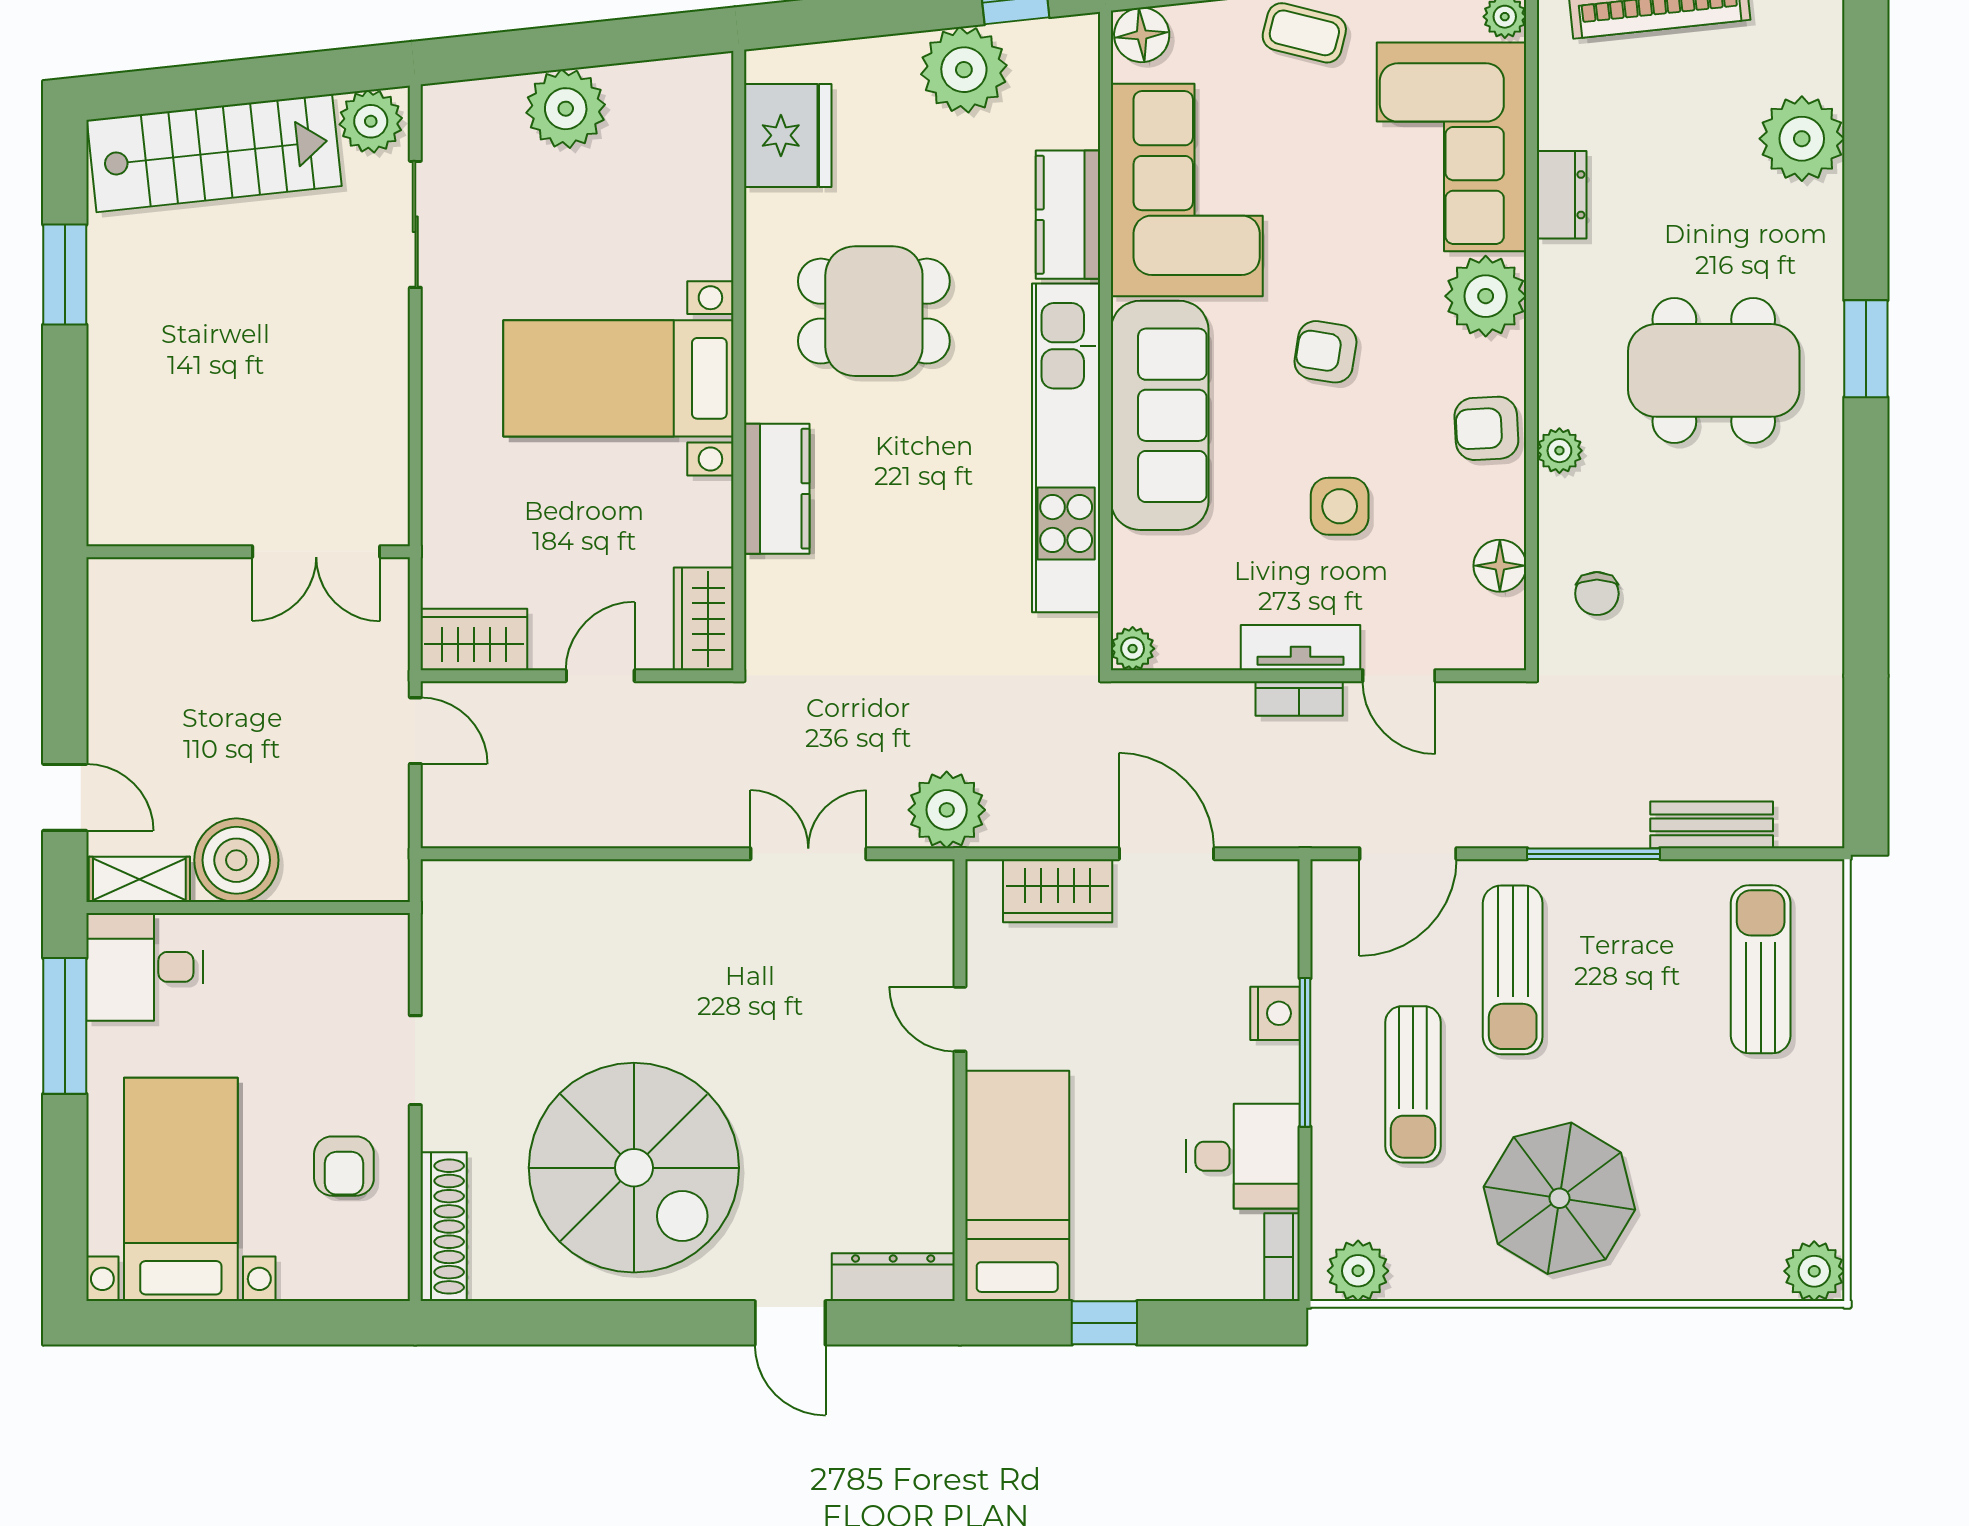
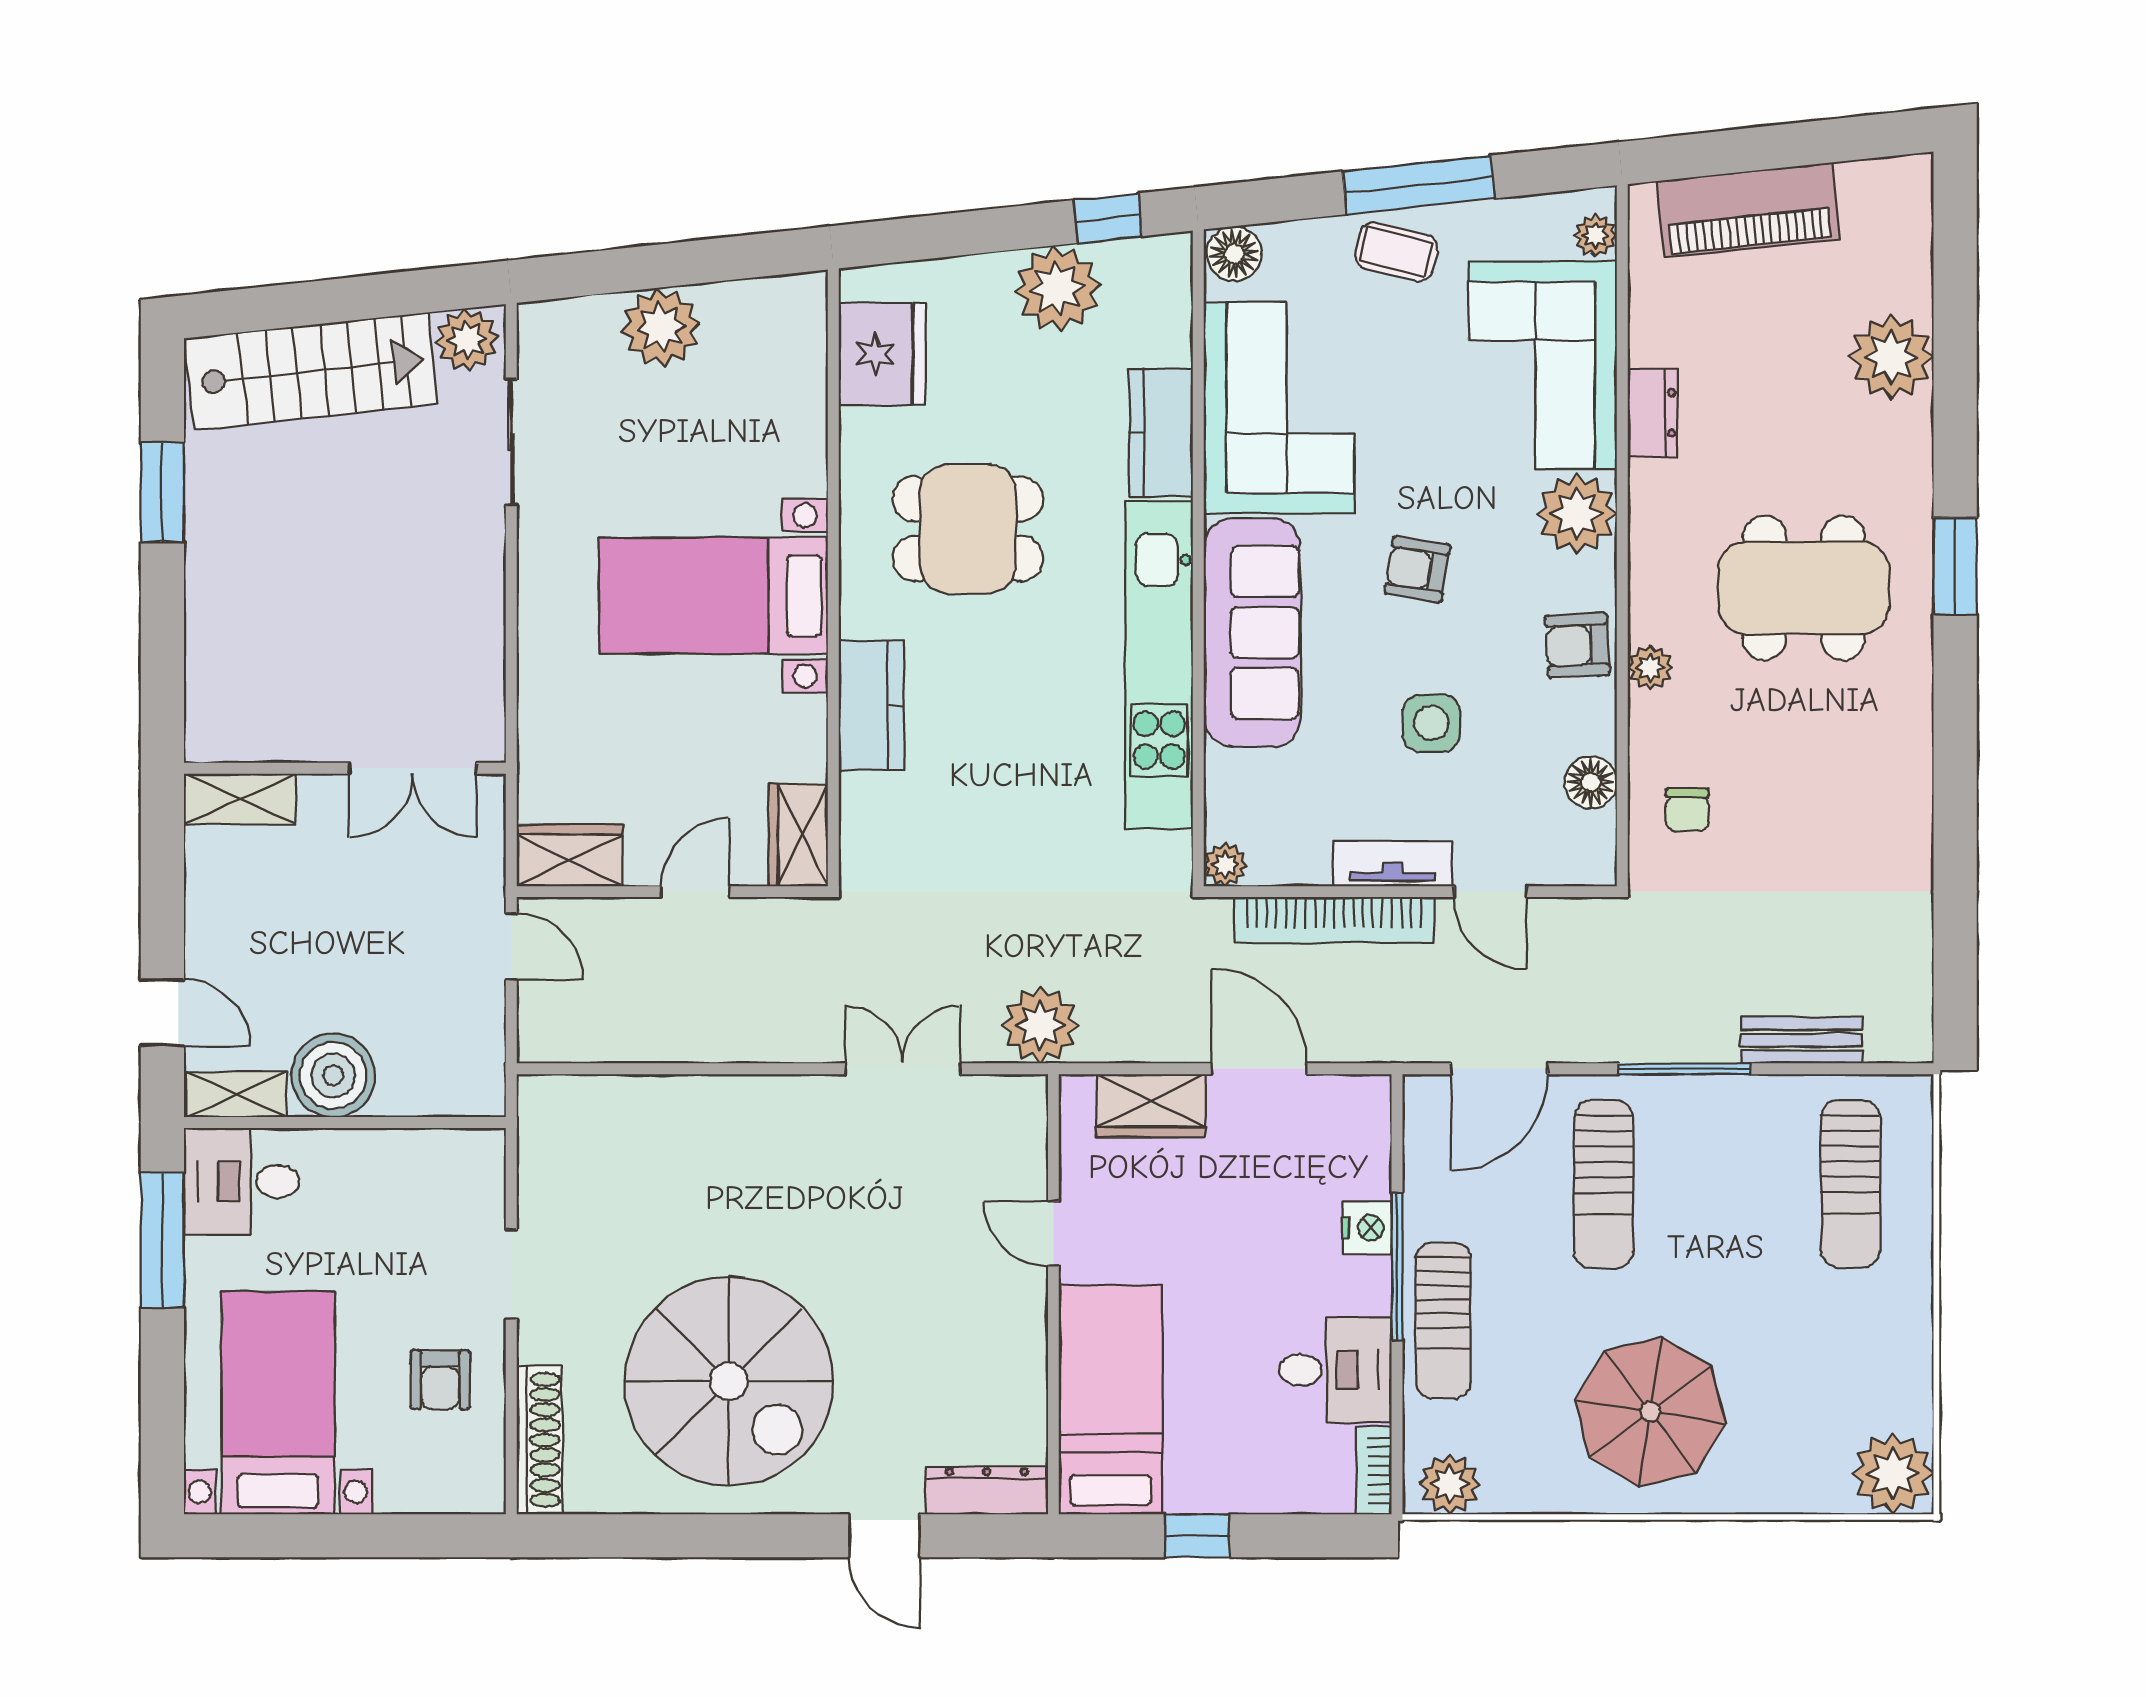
shelving: (143, 582) -> (240, 799), added
bookcase: (1299, 699) -> (1334, 920), width x2.31, depth x1.31
sun lounger: (1761, 969) -> (1850, 1184), turned 180
sun lounger: (1413, 1084) -> (1443, 1321), moved
plant: (1814, 1271) -> (1893, 1474), width x1.36, depth x1.36

